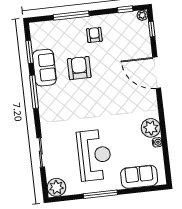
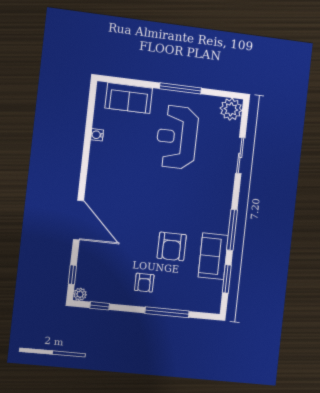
plant: (151, 128) -> (101, 154), removed

